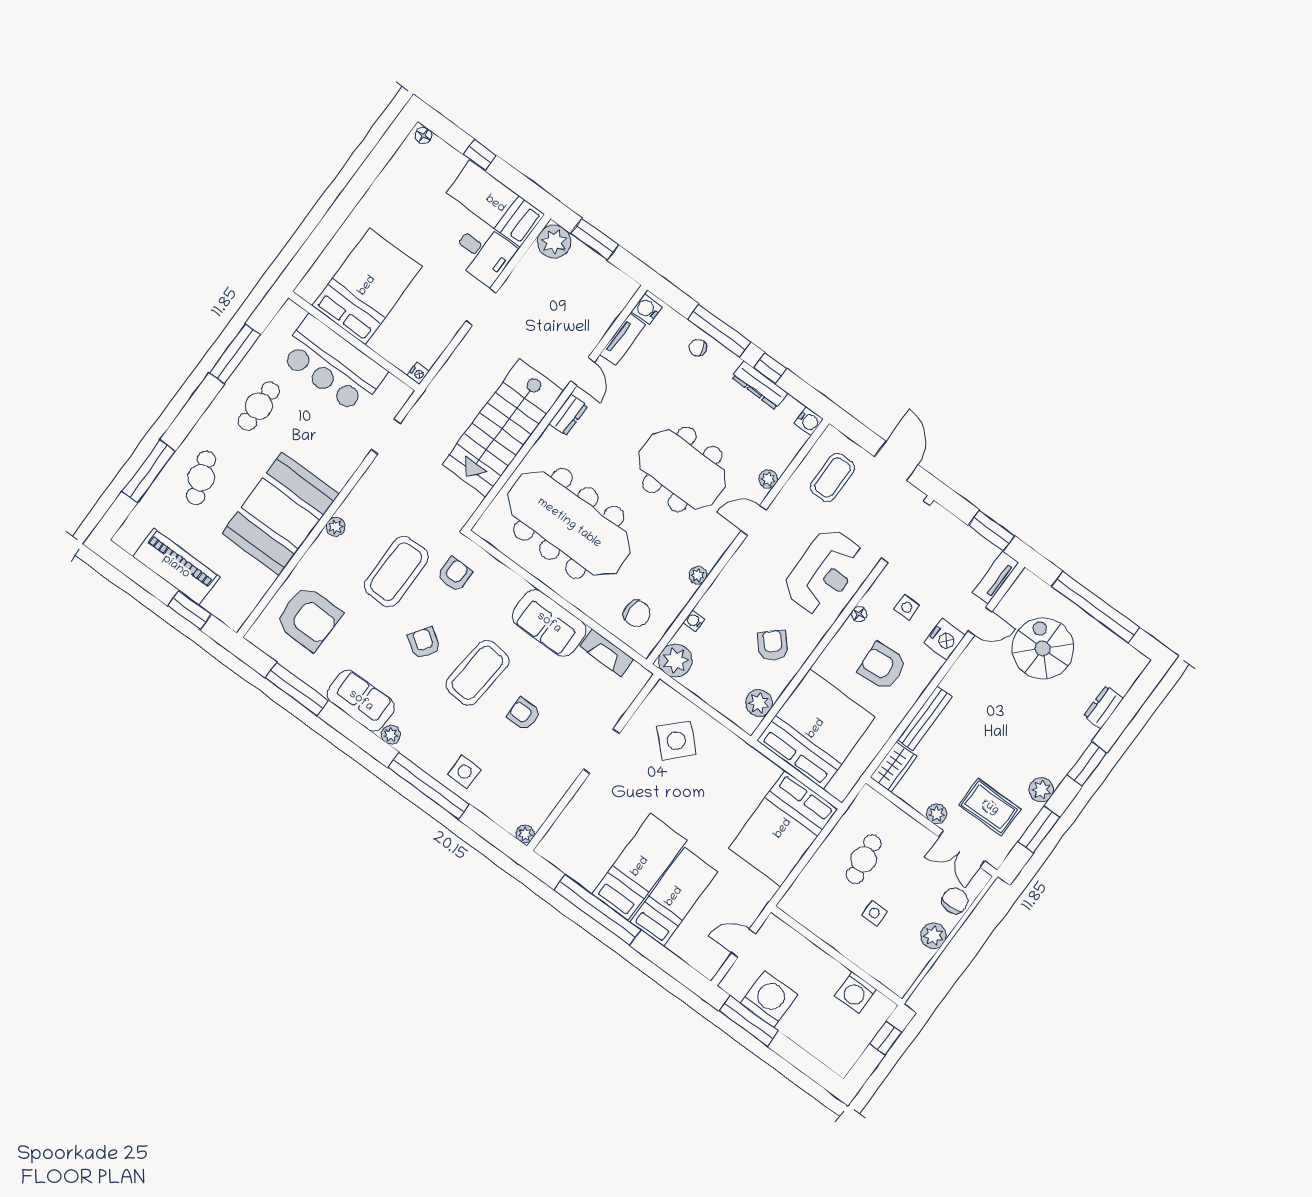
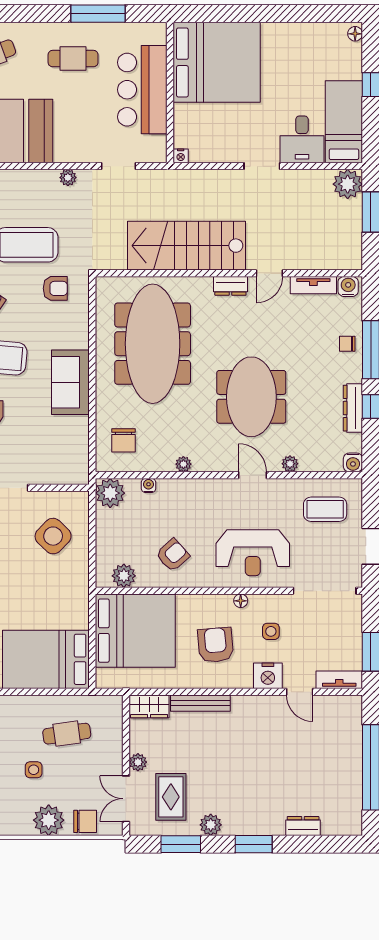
bed: (367, 286) -> (217, 62), width x1.36
chair: (698, 348) -> (347, 344), turned -73
plant: (336, 527) -> (68, 178), moved
spiral stairs: (1043, 648) -> (313, 751), removed
fireplace: (606, 653) -> (79, 439), removed
plant: (934, 936) -> (49, 820), width x1.36, depth x1.36

